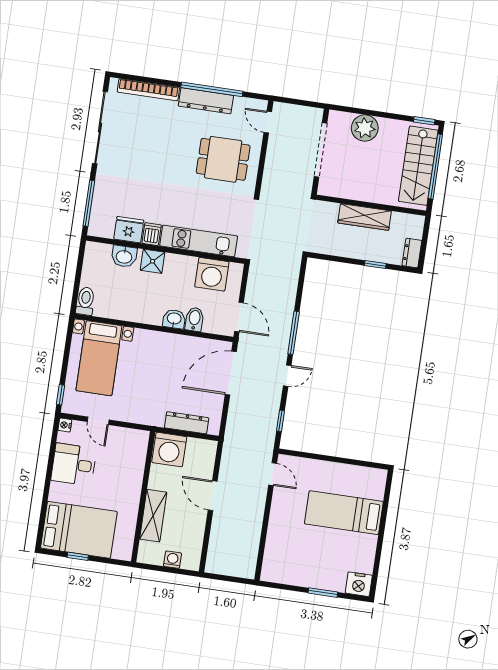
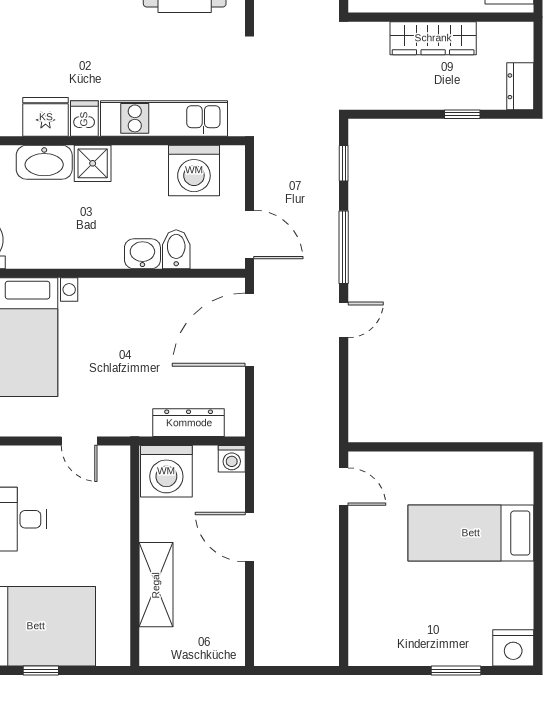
washbasin: (124, 256) -> (44, 162), width x1.38
door: (98, 421) -> (79, 441), moved
window: (281, 421) -> (344, 163), moved
washing machine: (173, 560) -> (232, 459), moved, turned 180

